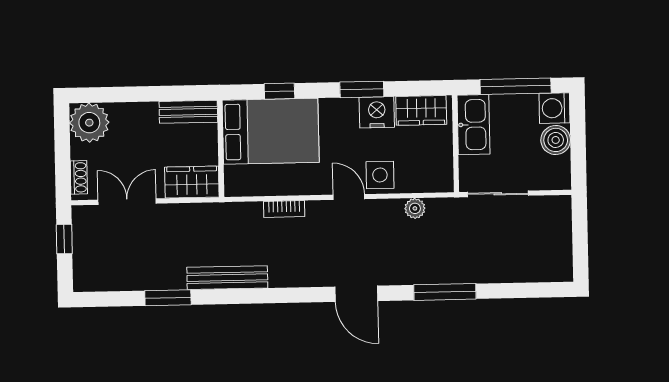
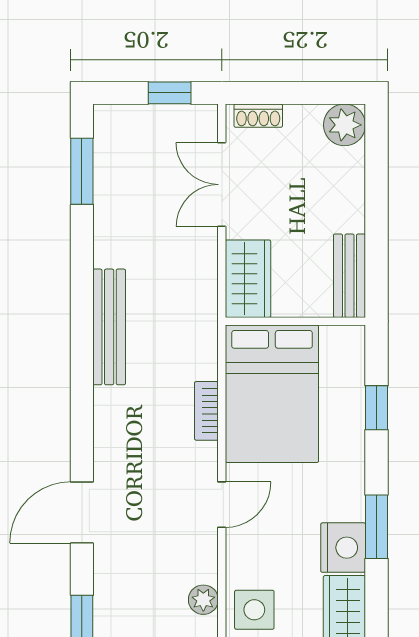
plant: (89, 123) -> (345, 125), width x0.73, depth x0.73
bed: (271, 131) -> (272, 394), moved
side table: (380, 175) -> (254, 610), moved
double door: (127, 202) -> (222, 185), swing flipped
window: (168, 298) -> (82, 171), moved

